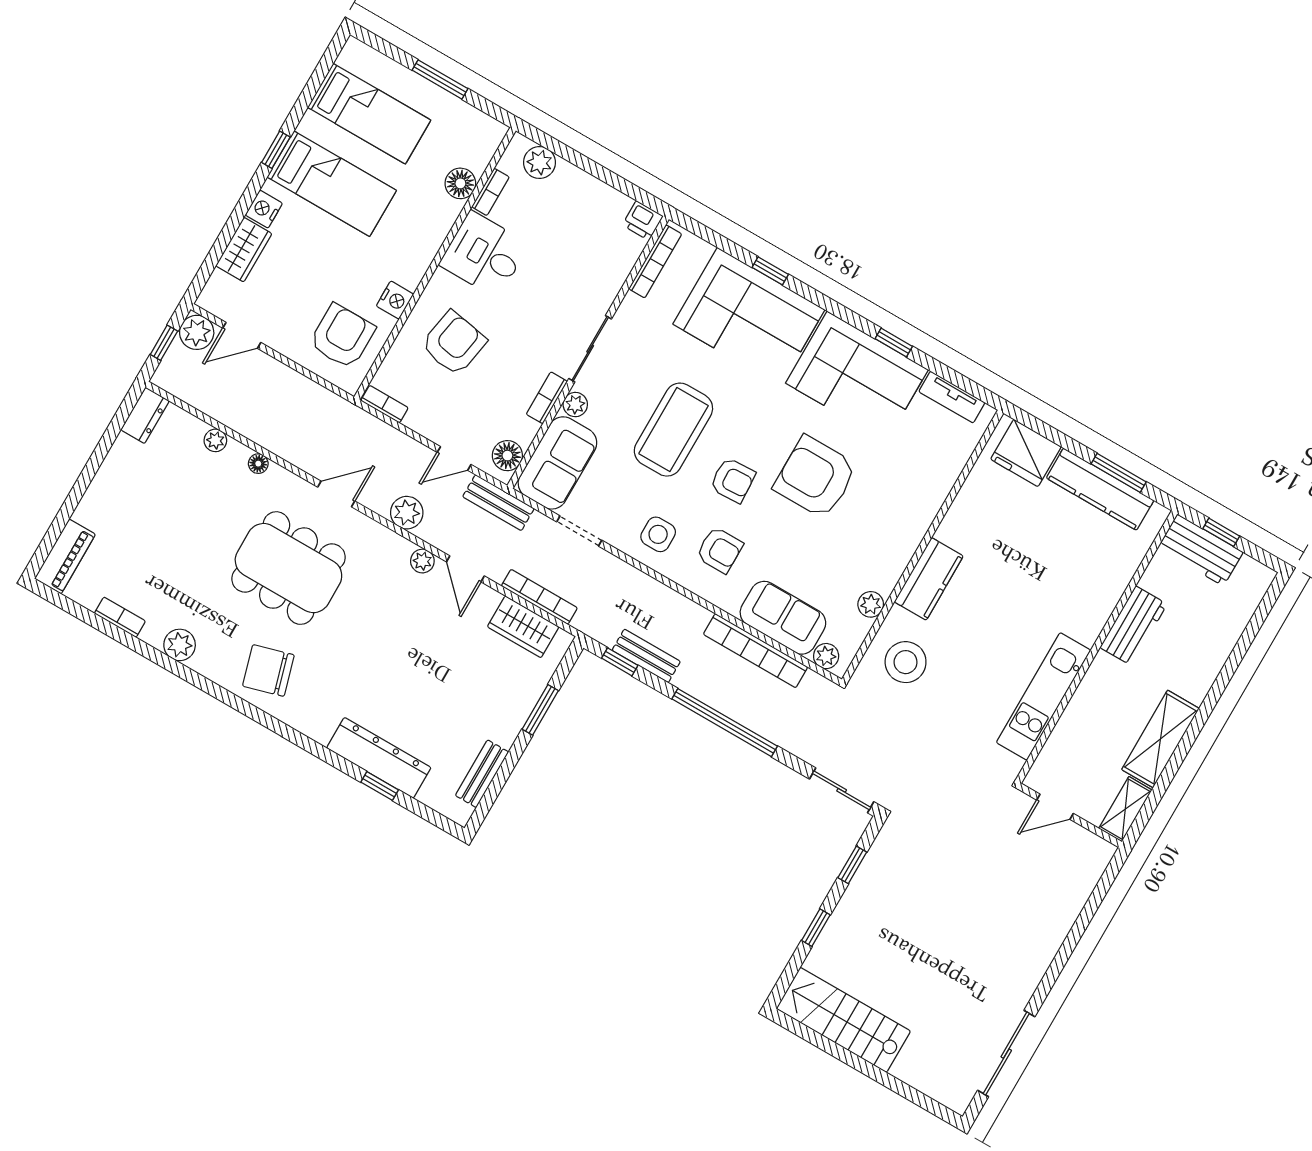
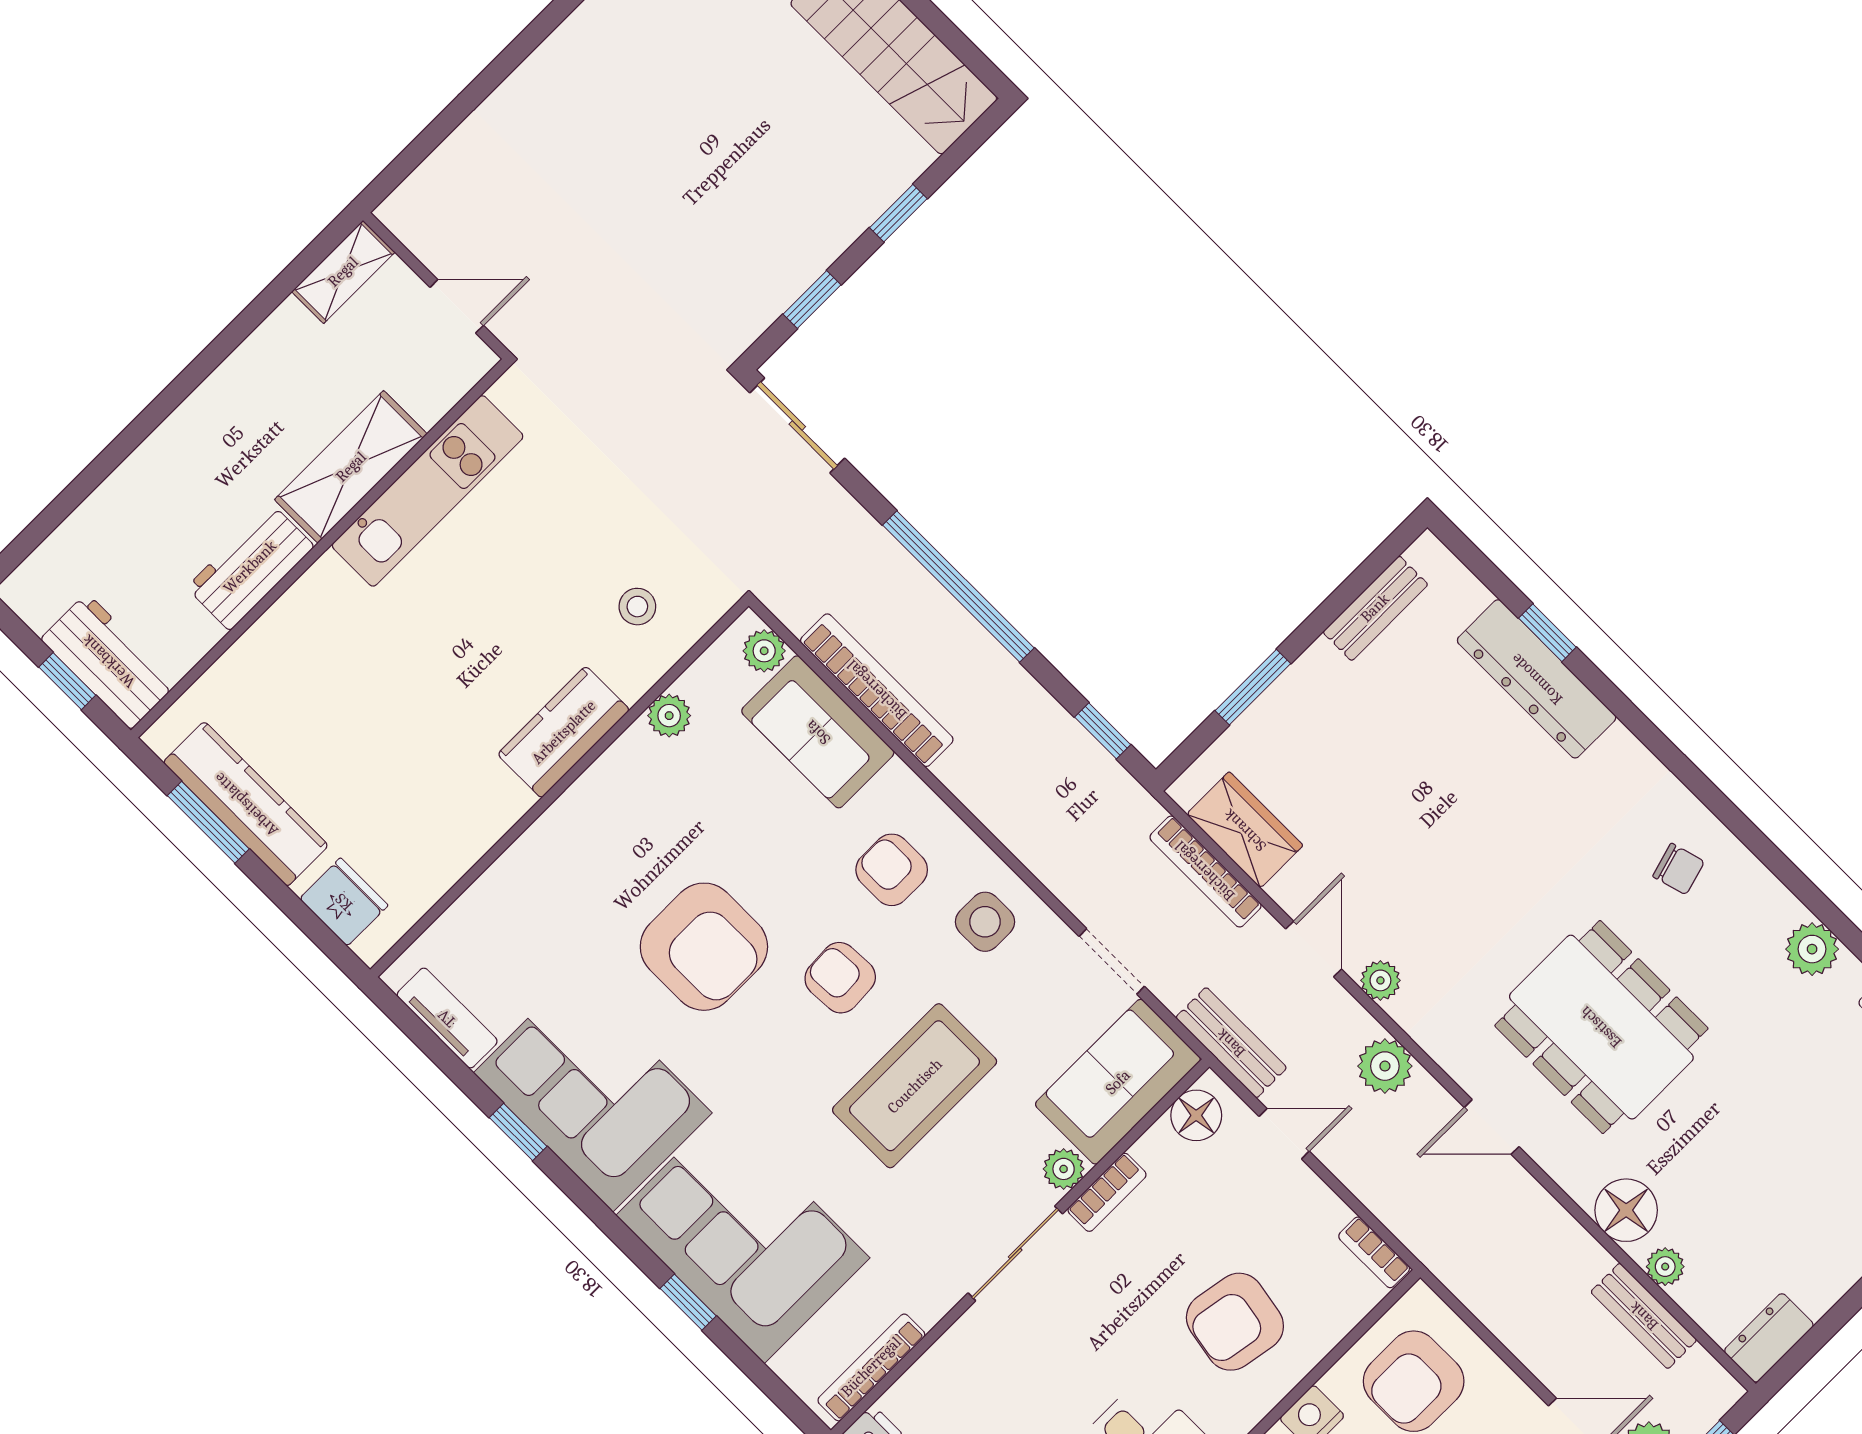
fridge: (1026, 453) -> (344, 902), width x0.73, depth x0.75
floor lamp: (258, 464) -> (1626, 1210), width x1.89, depth x1.89
bench: (646, 656) -> (1644, 1316), moved
stool: (906, 662) -> (637, 607), width x0.53, depth x0.53
chair: (268, 670) -> (1679, 869), width x0.54, depth x0.54
shelving: (1160, 739) -> (351, 467), moved

